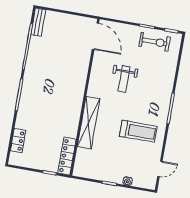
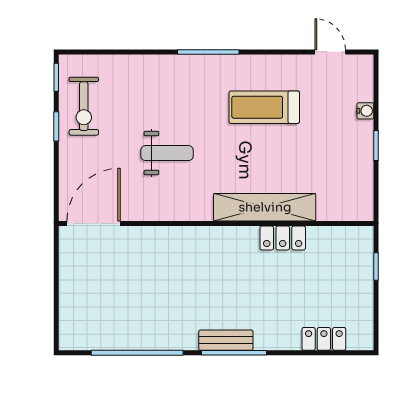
bench: (38, 22) -> (226, 340), moved
exercise bike: (155, 42) -> (84, 106), turned 180
treadmill: (138, 131) -> (264, 107), turned -90
locker: (67, 156) -> (283, 238), moved, width x0.66

